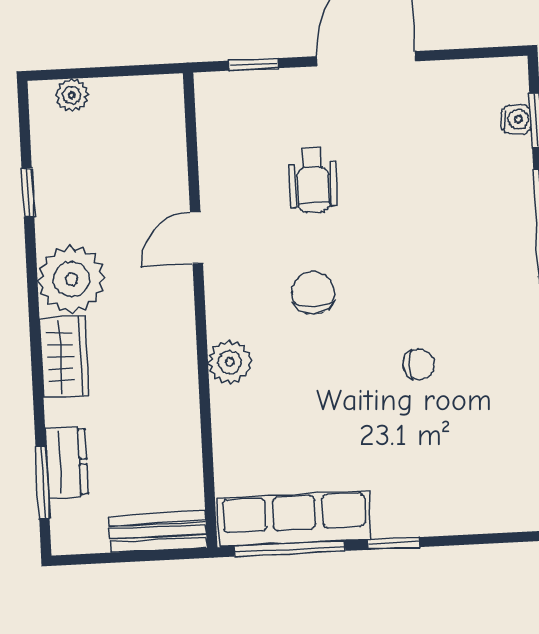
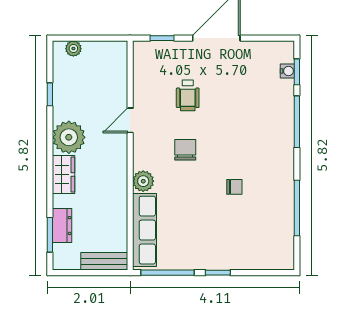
row of seats: (294, 519) -> (145, 230), moved, turned 90

